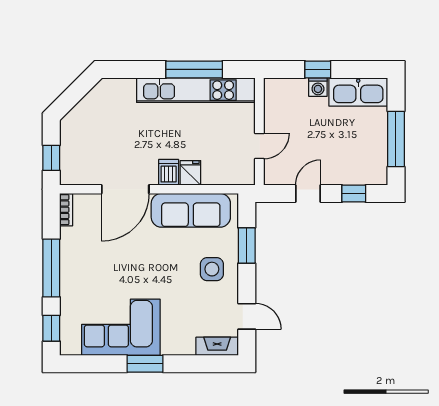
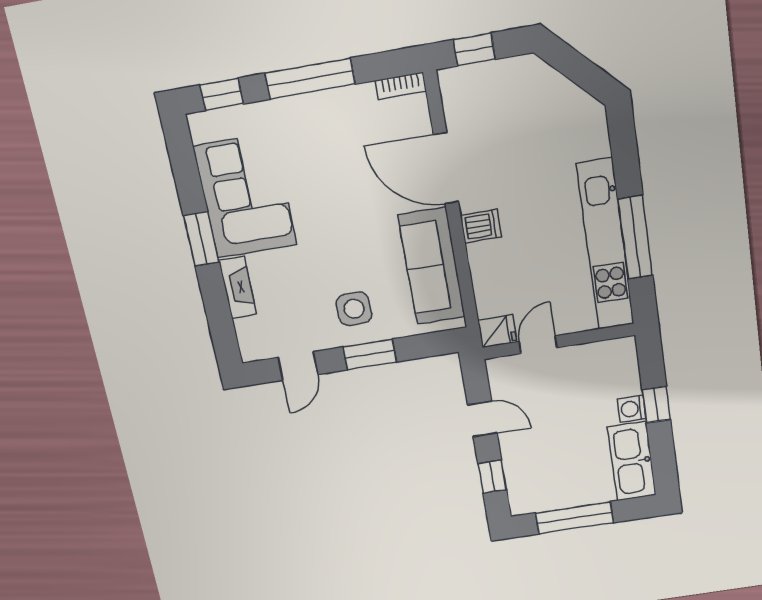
door: (259, 146) -> (538, 345), swing flipped
fridge: (190, 173) -> (497, 331), moved
window: (247, 245) -> (370, 354), moved
fireplace: (217, 346) -> (238, 287), moved

